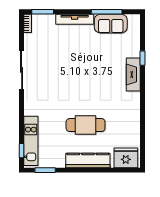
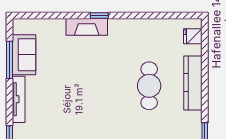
window: (143, 58) -> (99, 16), moved
fridge: (126, 158) -> (193, 36), width x0.53, depth x0.75

